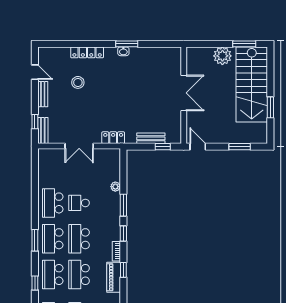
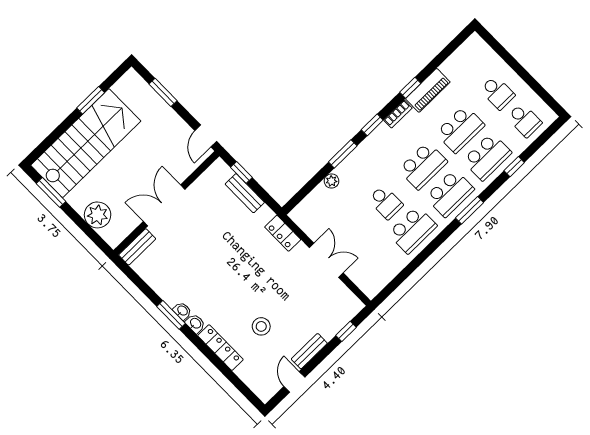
washbasin: (111, 52) -> (195, 324), added
plant: (222, 56) -> (98, 215), moved
bench: (43, 131) -> (137, 247), moved

